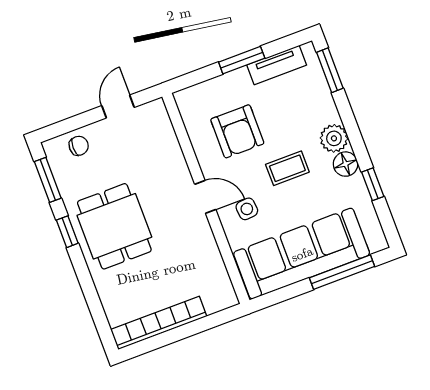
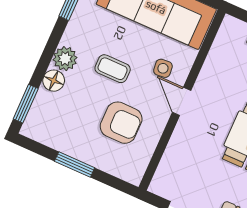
tv unit: (277, 65) -> (56, 140), removed
armchair: (237, 131) -> (121, 123), turned 90
floor lamp: (346, 164) -> (54, 81), moved

